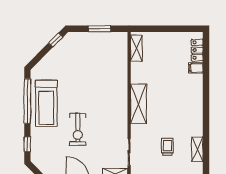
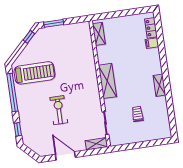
window: (99, 29) -> (54, 23), moved
treadmill: (46, 103) -> (34, 73), moved, turned -90
exercise bike: (78, 129) -> (59, 110), turned 180
shelving: (197, 149) -> (159, 85), moved

